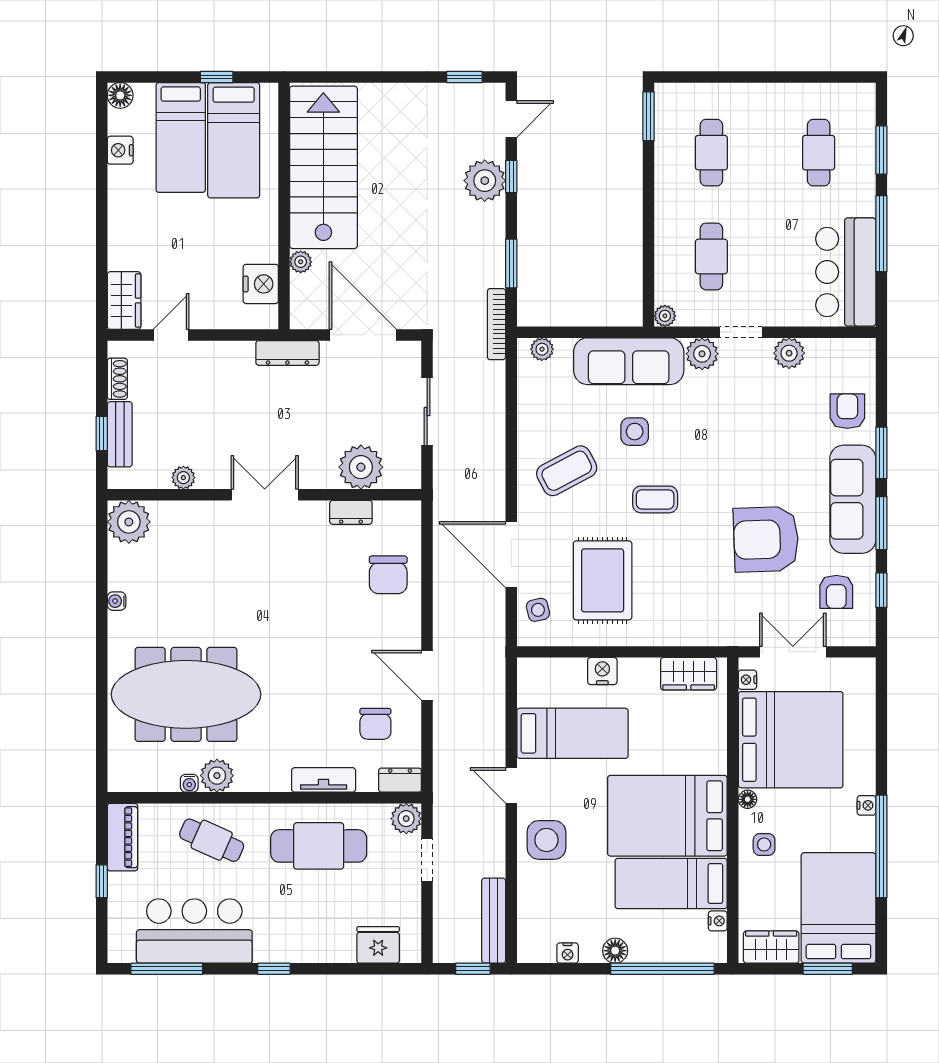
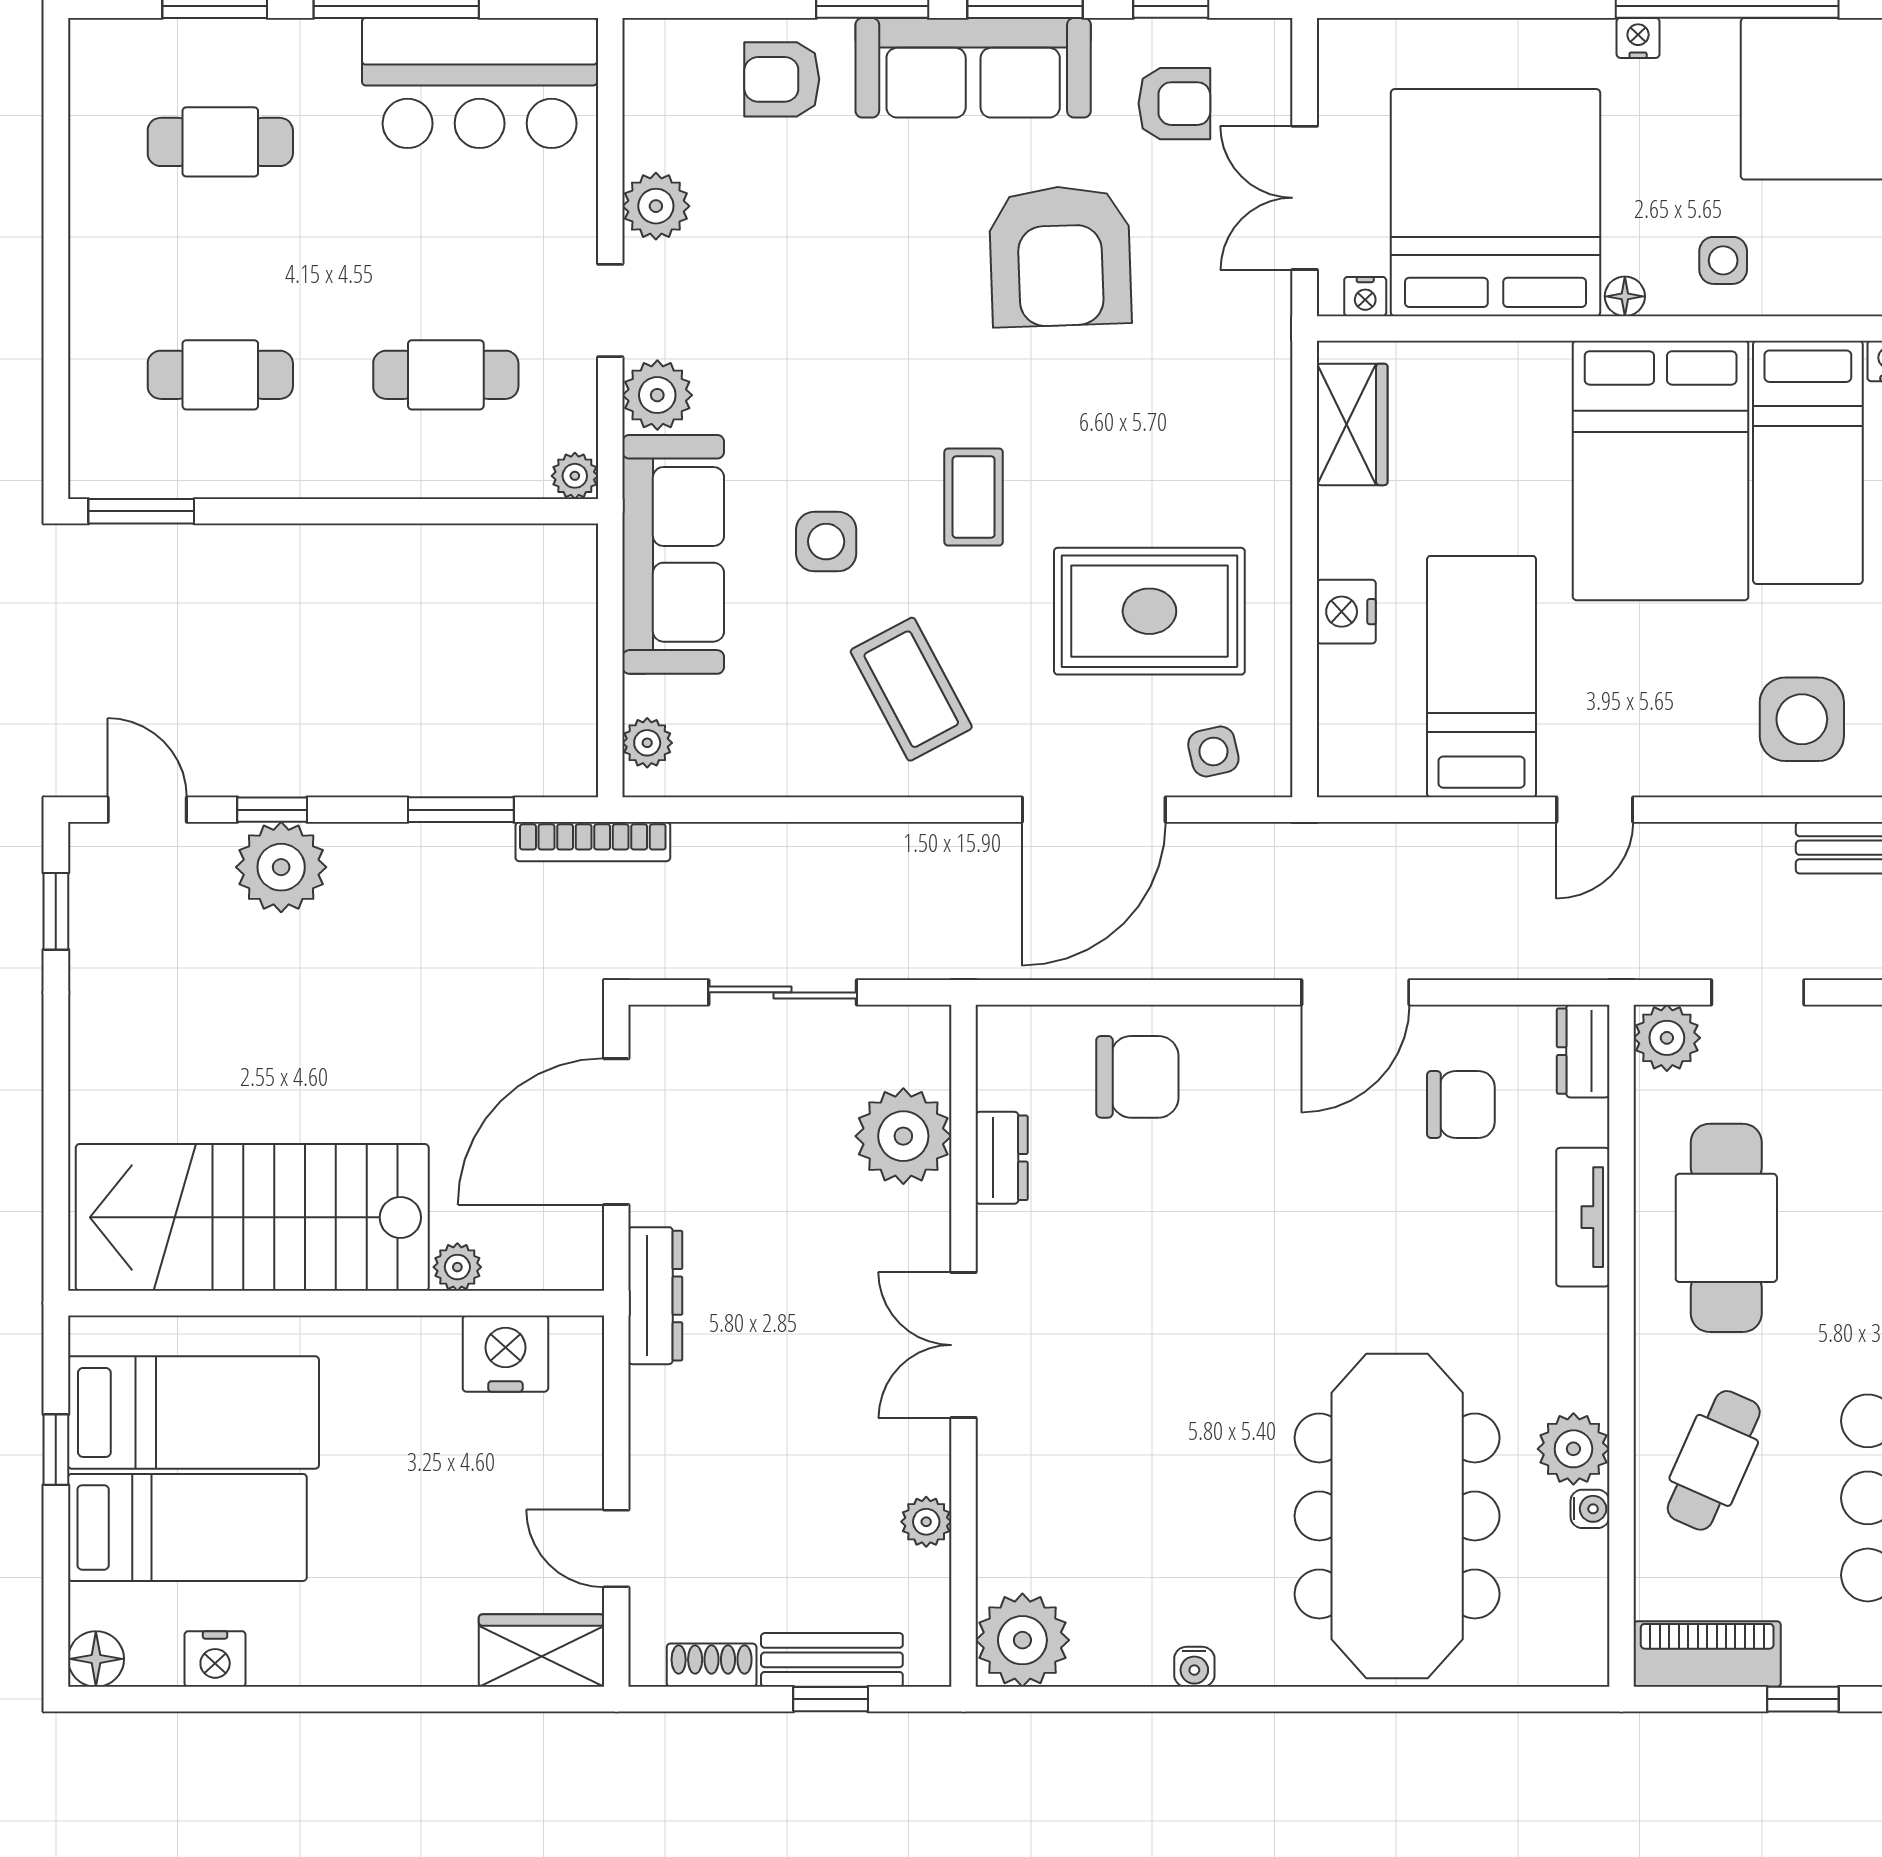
side table: (546, 840) -> (1802, 719), moved

